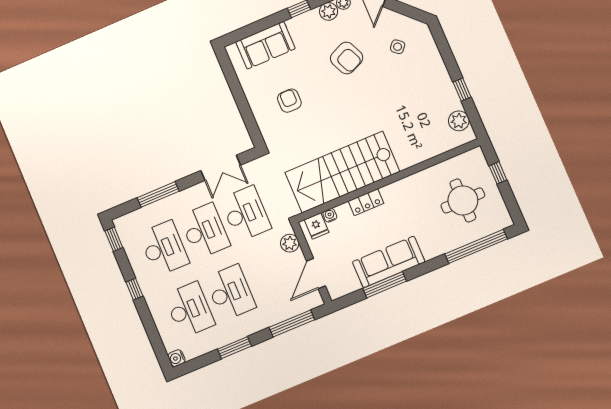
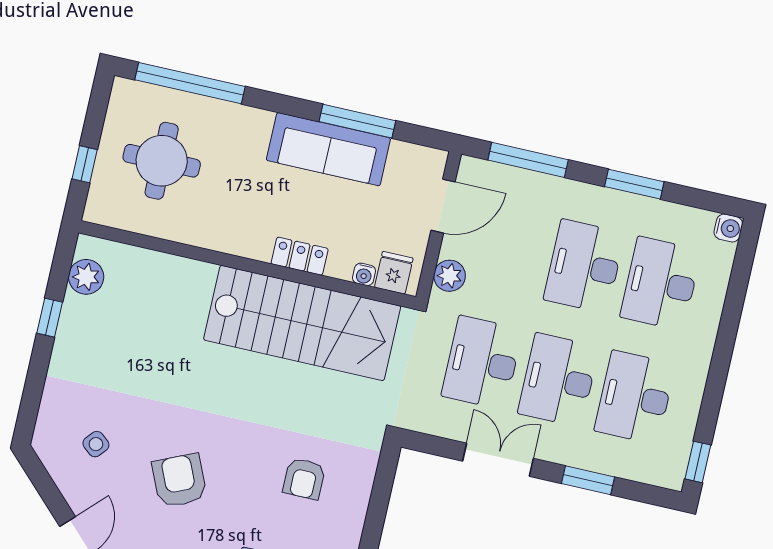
double door: (221, 168) -> (498, 460), moved
window: (158, 194) -> (588, 480), width x0.69
window: (134, 289) -> (719, 369), removed

